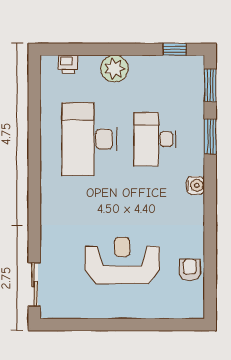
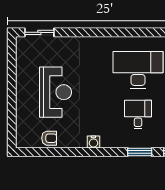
desk: (155, 139) -> (138, 115), width x0.73
water cooler: (195, 185) -> (93, 142), moved

